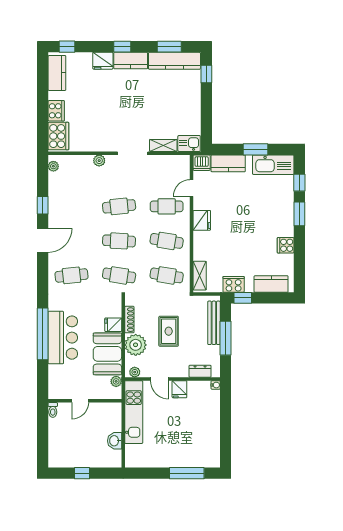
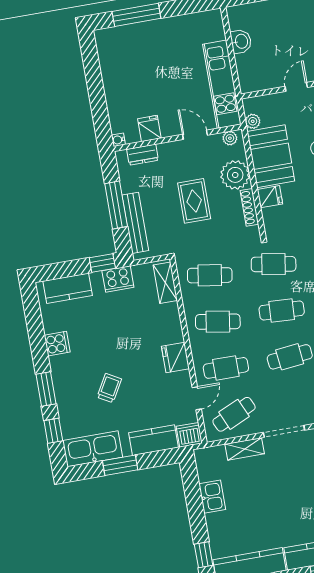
kitchen sink: (189, 143) -> (212, 497), moved, turned -90
cafe table: (167, 172) -> (234, 414), added
trolley: (254, 207) -> (109, 388), added
fridge: (179, 389) -> (149, 129), moved

